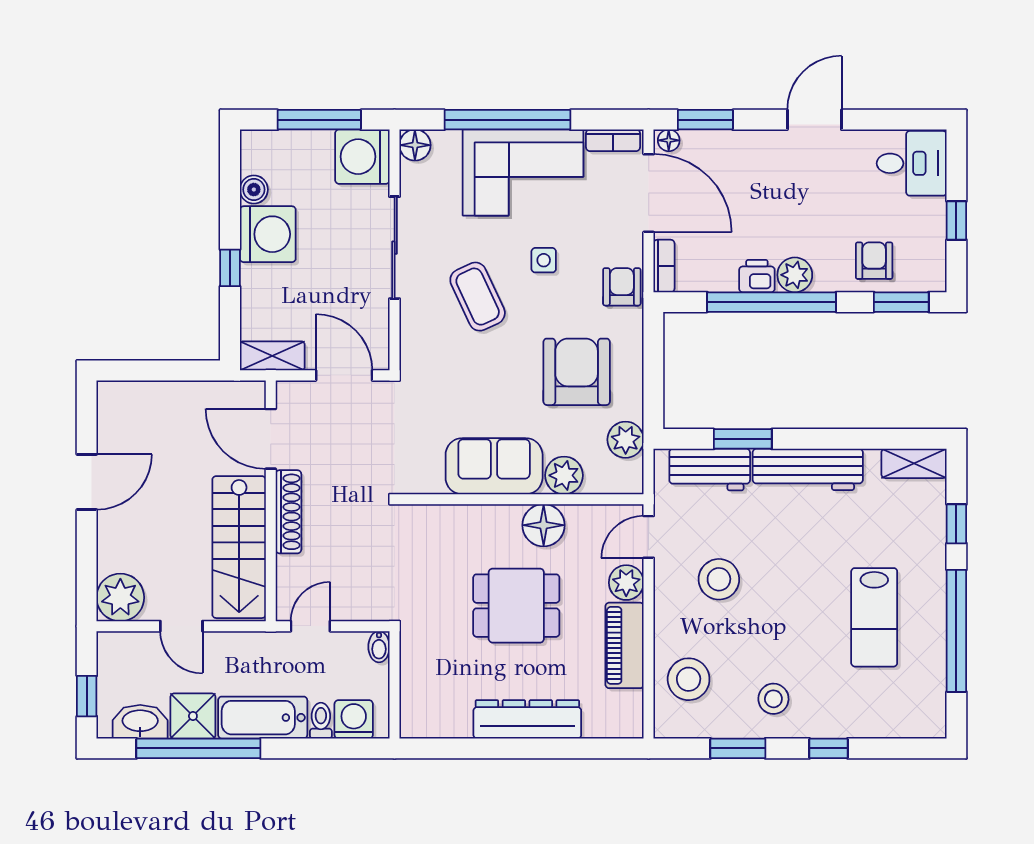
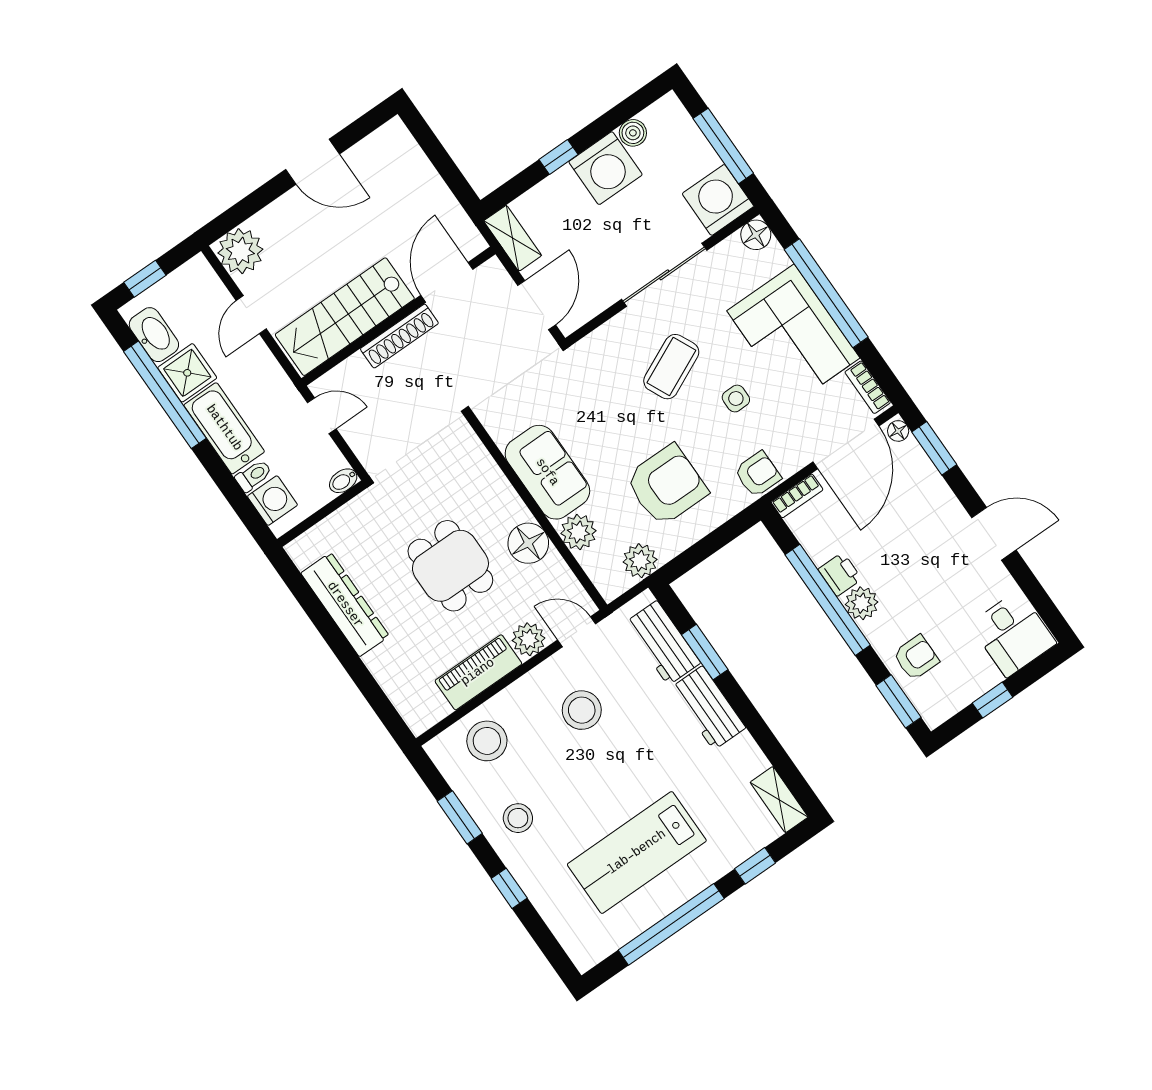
workbench: (808, 469) -> (708, 708), width x0.73
lab bench: (874, 617) -> (637, 852), width x1.36, depth x1.39
dresser: (527, 719) -> (345, 605), moved

